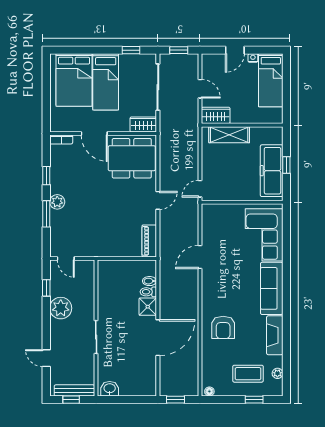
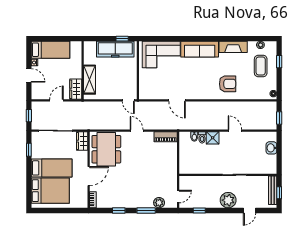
window: (286, 165) -> (122, 39), moved
plant: (57, 202) -> (159, 203), moved
plant: (61, 308) -> (228, 200), moved
door: (158, 338) -> (235, 131), width x0.53
washbasin: (110, 389) -> (271, 148), moved

